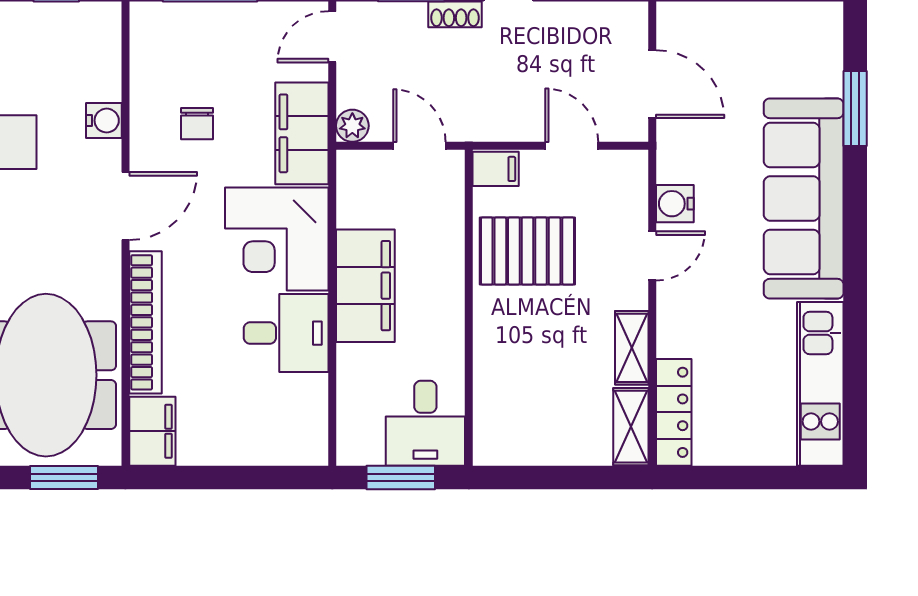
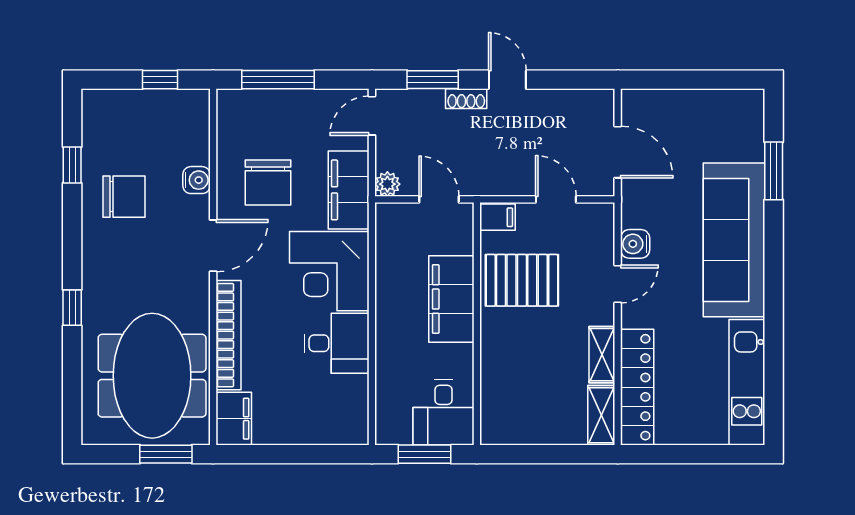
chair: (197, 124) -> (268, 182), width x1.87, depth x1.87
filing cabinet: (365, 286) -> (451, 299), moved, turned 180
locker: (674, 412) -> (637, 387), width x1.41, depth x1.21

